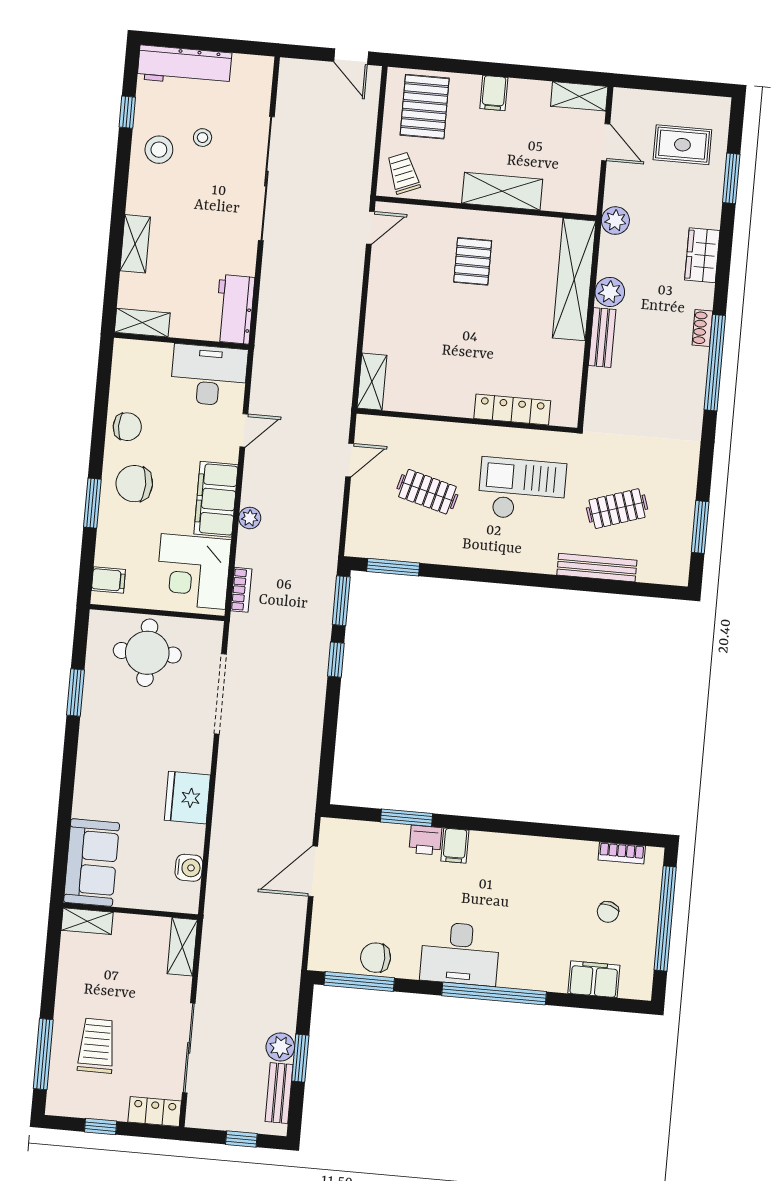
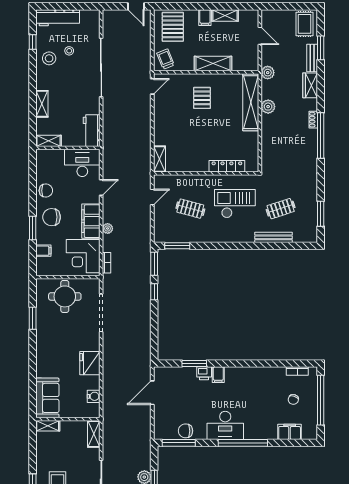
shelving: (579, 96) -> (225, 15), moved
rug: (682, 145) -> (305, 24), moved, turned 90
bench: (602, 338) -> (312, 58), moved
filing cabinet: (108, 580) -> (43, 251), moved

